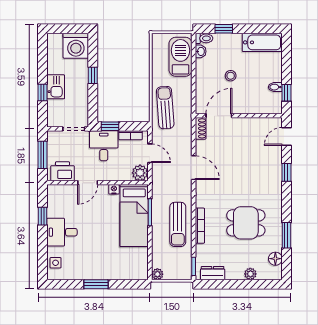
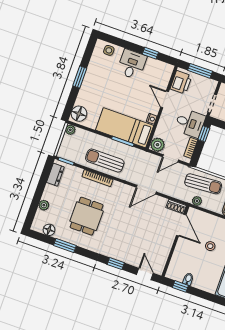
plant: (186, 108) -> (197, 201), added
floor lamp: (136, 271) -> (79, 114), added

